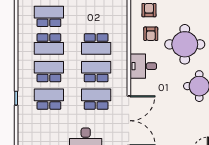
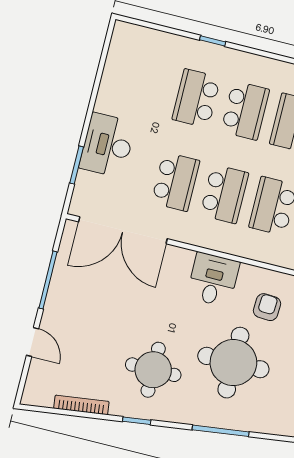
armchair: (151, 34) -> (267, 307), turned 93
school desk: (49, 99) -> (196, 98), turned 180

